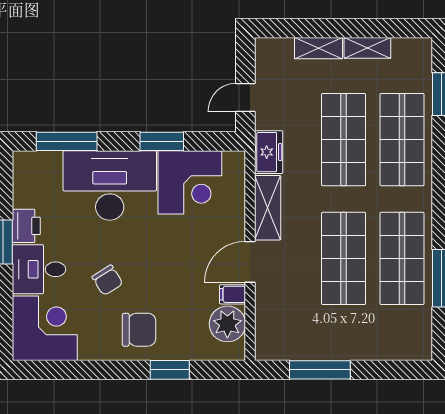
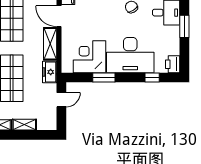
window: (67, 141) -> (152, 77), width x0.46
printer: (26, 226) -> (173, 64), moved
door: (250, 262) -> (59, 16), swing flipped

